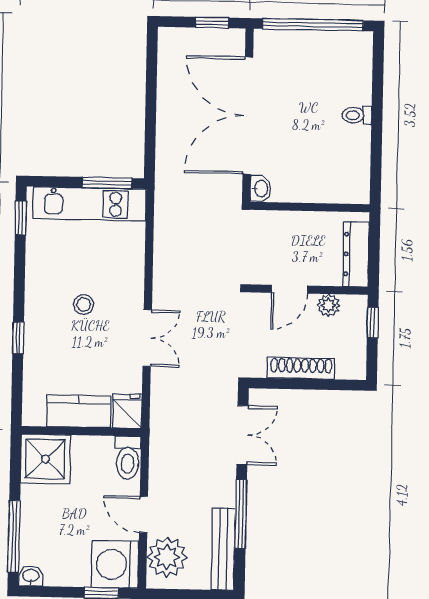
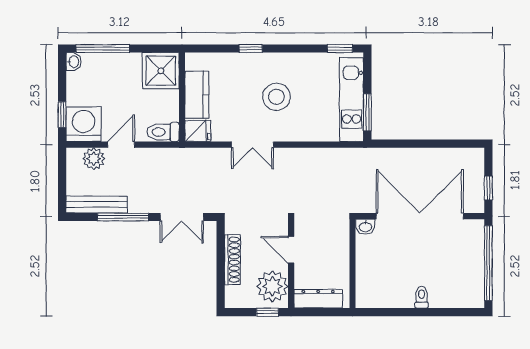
stool: (84, 305) -> (276, 97), width x1.89, depth x1.89
plant: (329, 305) -> (272, 286), width x1.88, depth x1.88
plant: (167, 557) -> (94, 159), width x0.73, depth x0.73

